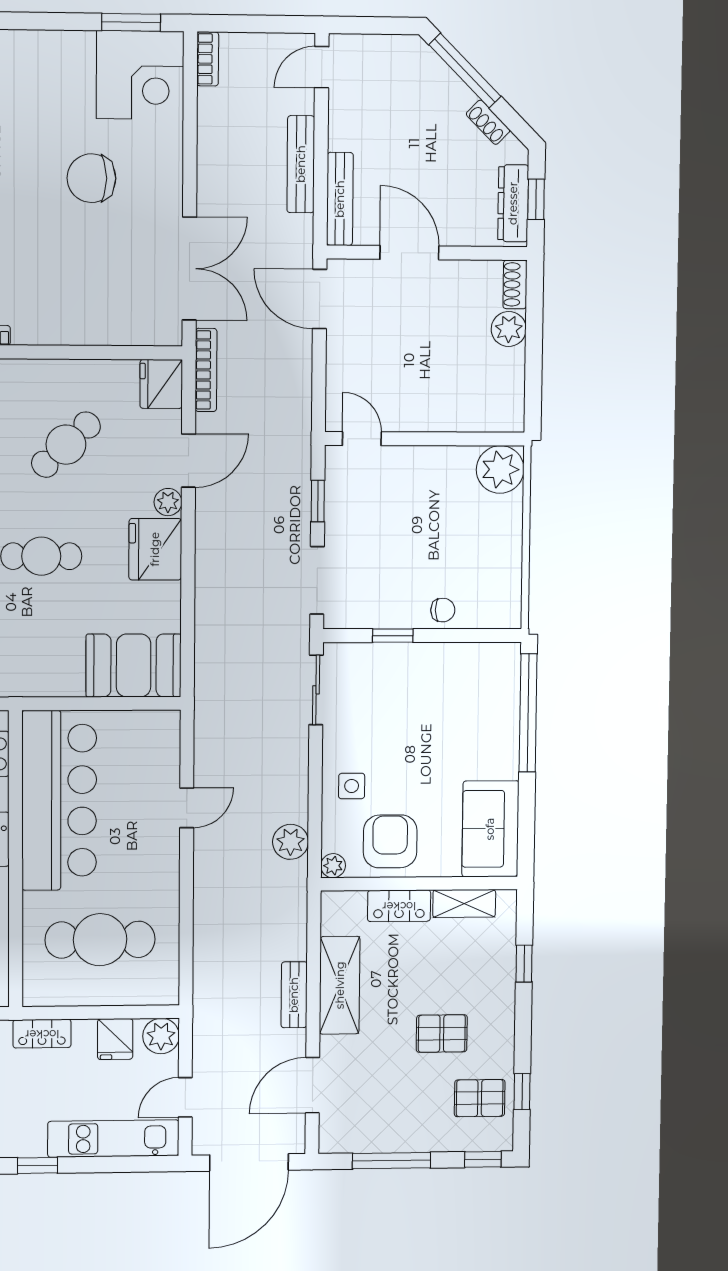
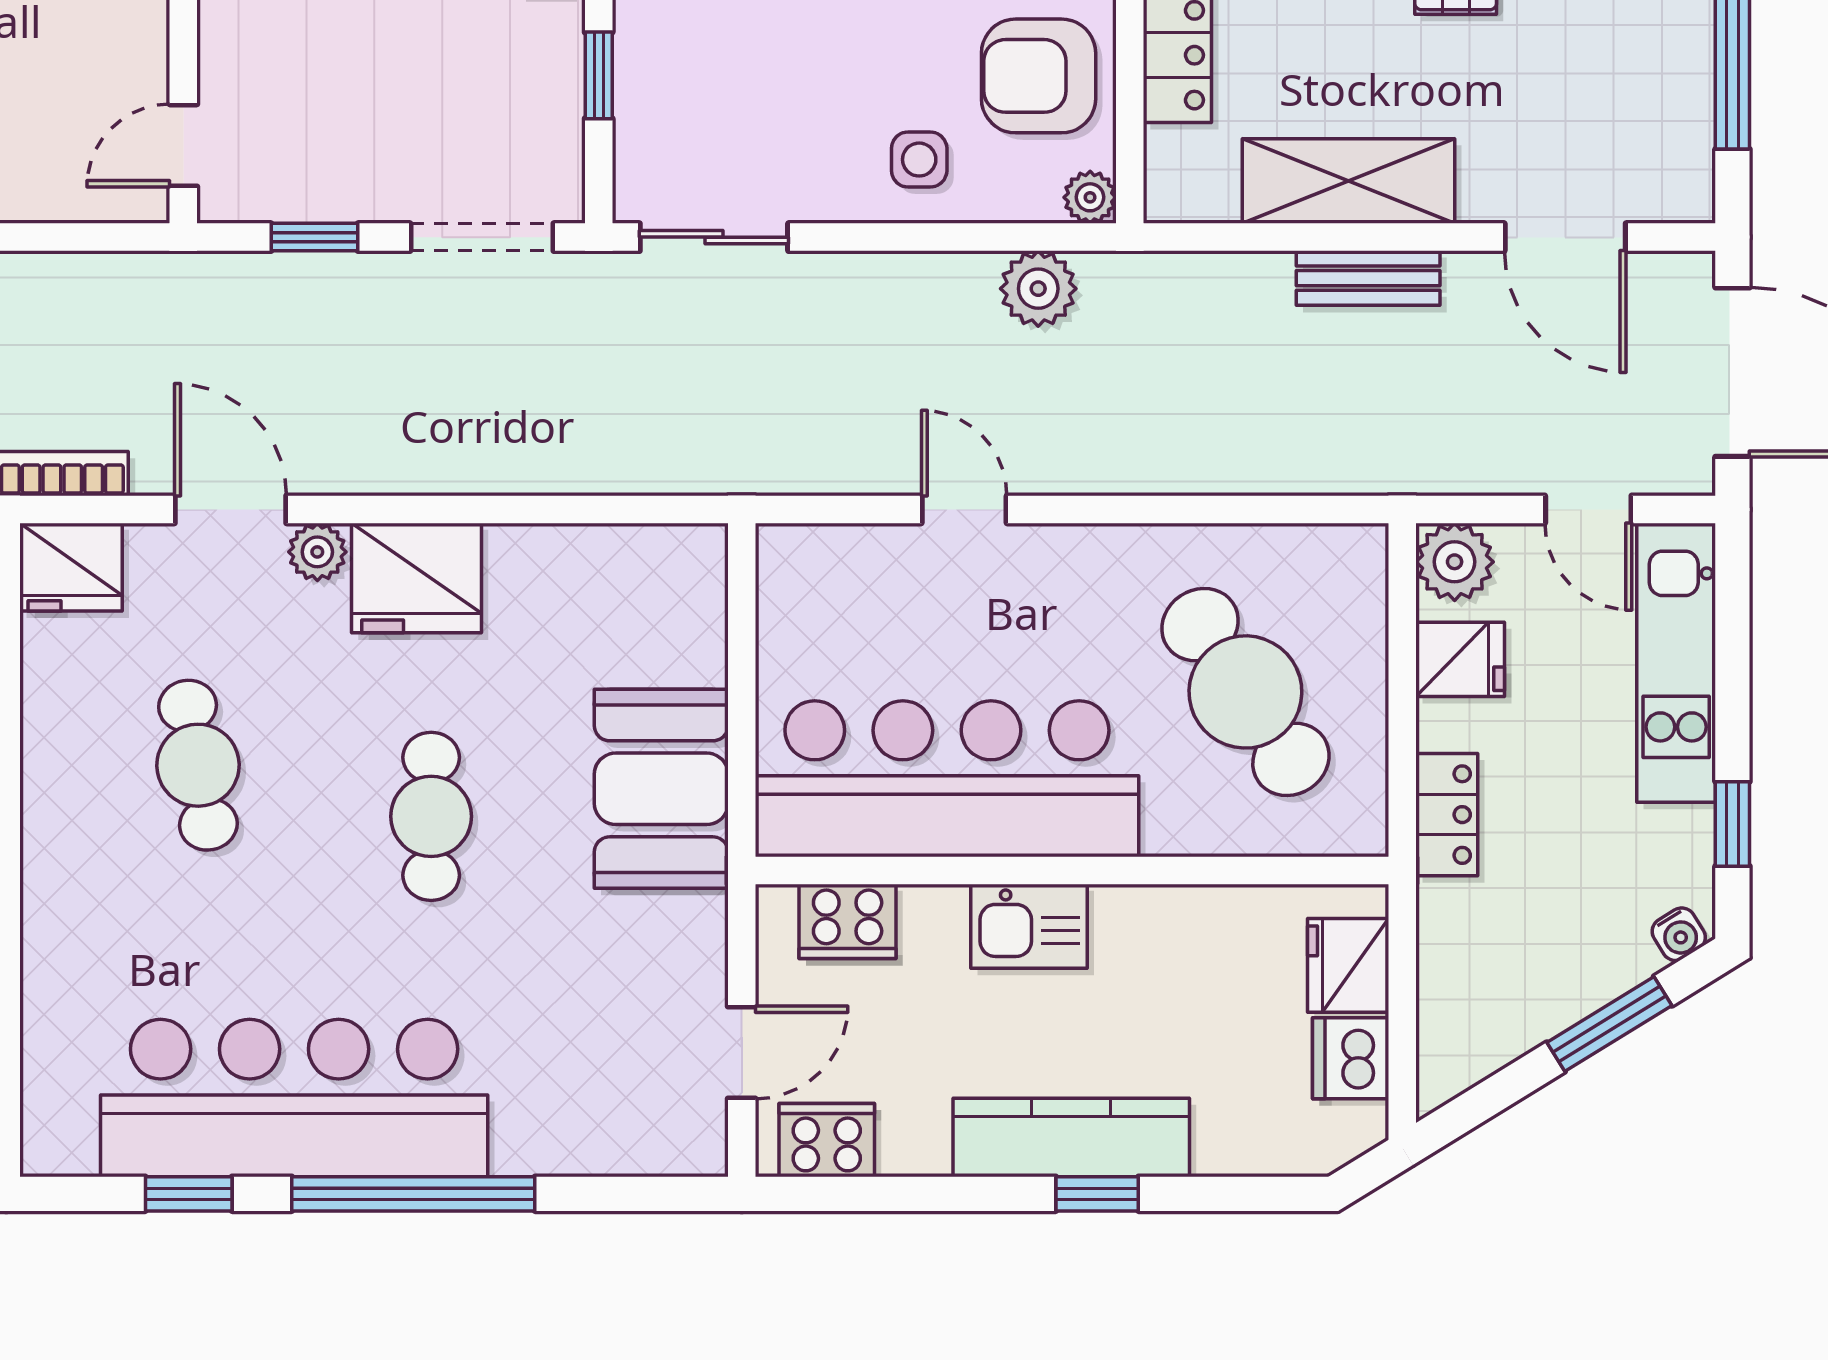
cafe table: (66, 445) -> (198, 765), turned 33
booth: (134, 665) -> (661, 789), moved
cafe table: (100, 940) -> (1245, 692), turned -34

